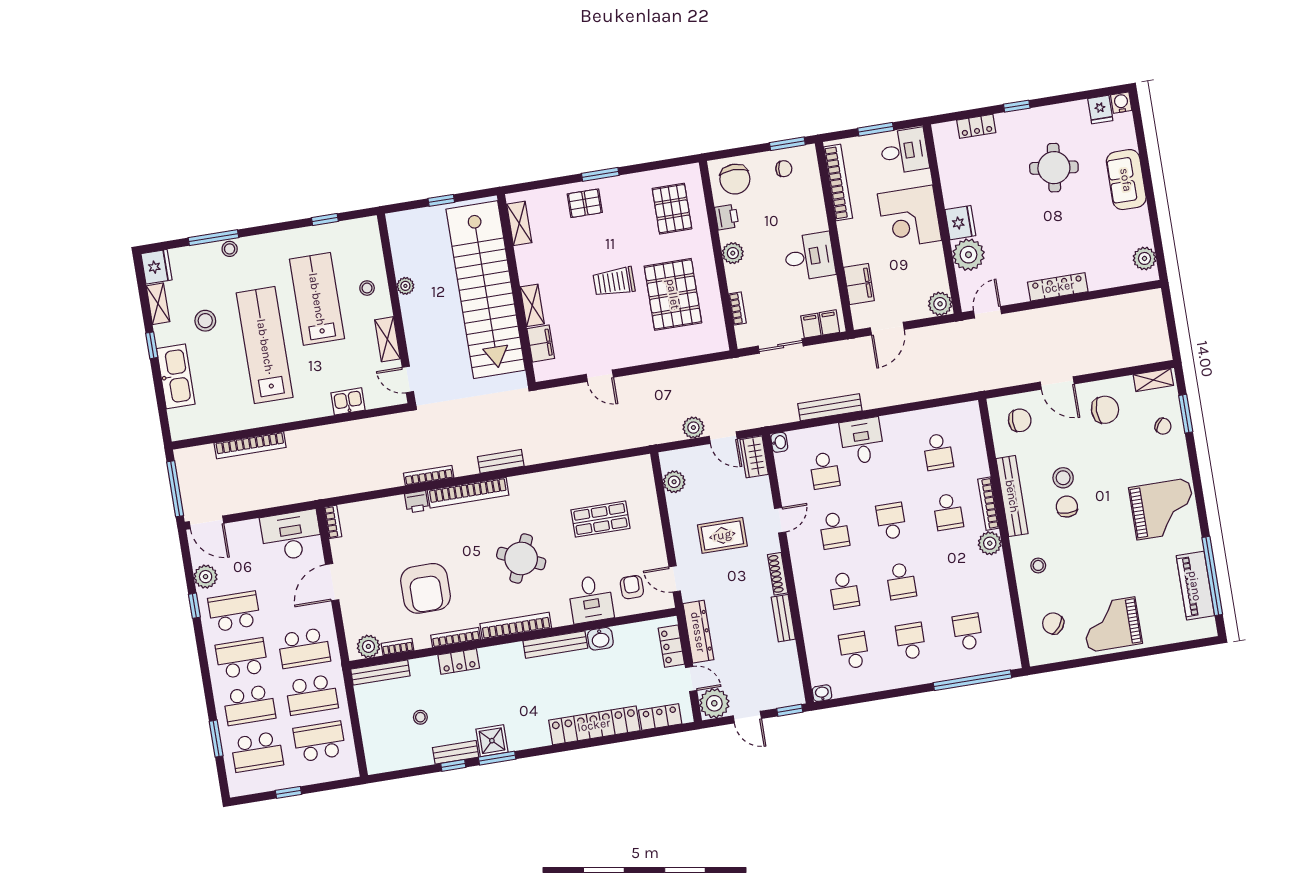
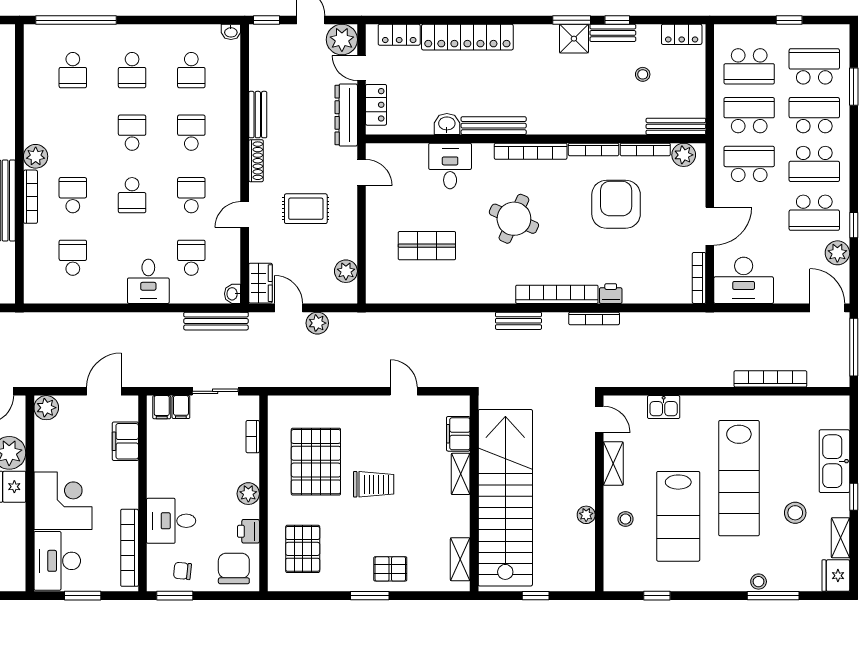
desk: (904, 151) -> (57, 561), width x1.37
desk: (809, 257) -> (171, 521), moved
bench: (830, 407) -> (216, 321), moved
bookcase: (333, 522) -> (699, 278), width x1.56
armchair: (632, 587) -> (406, 171), removed
bookcase: (397, 647) -> (645, 149), width x1.56
locker: (459, 661) -> (682, 34), moved, turned 180

